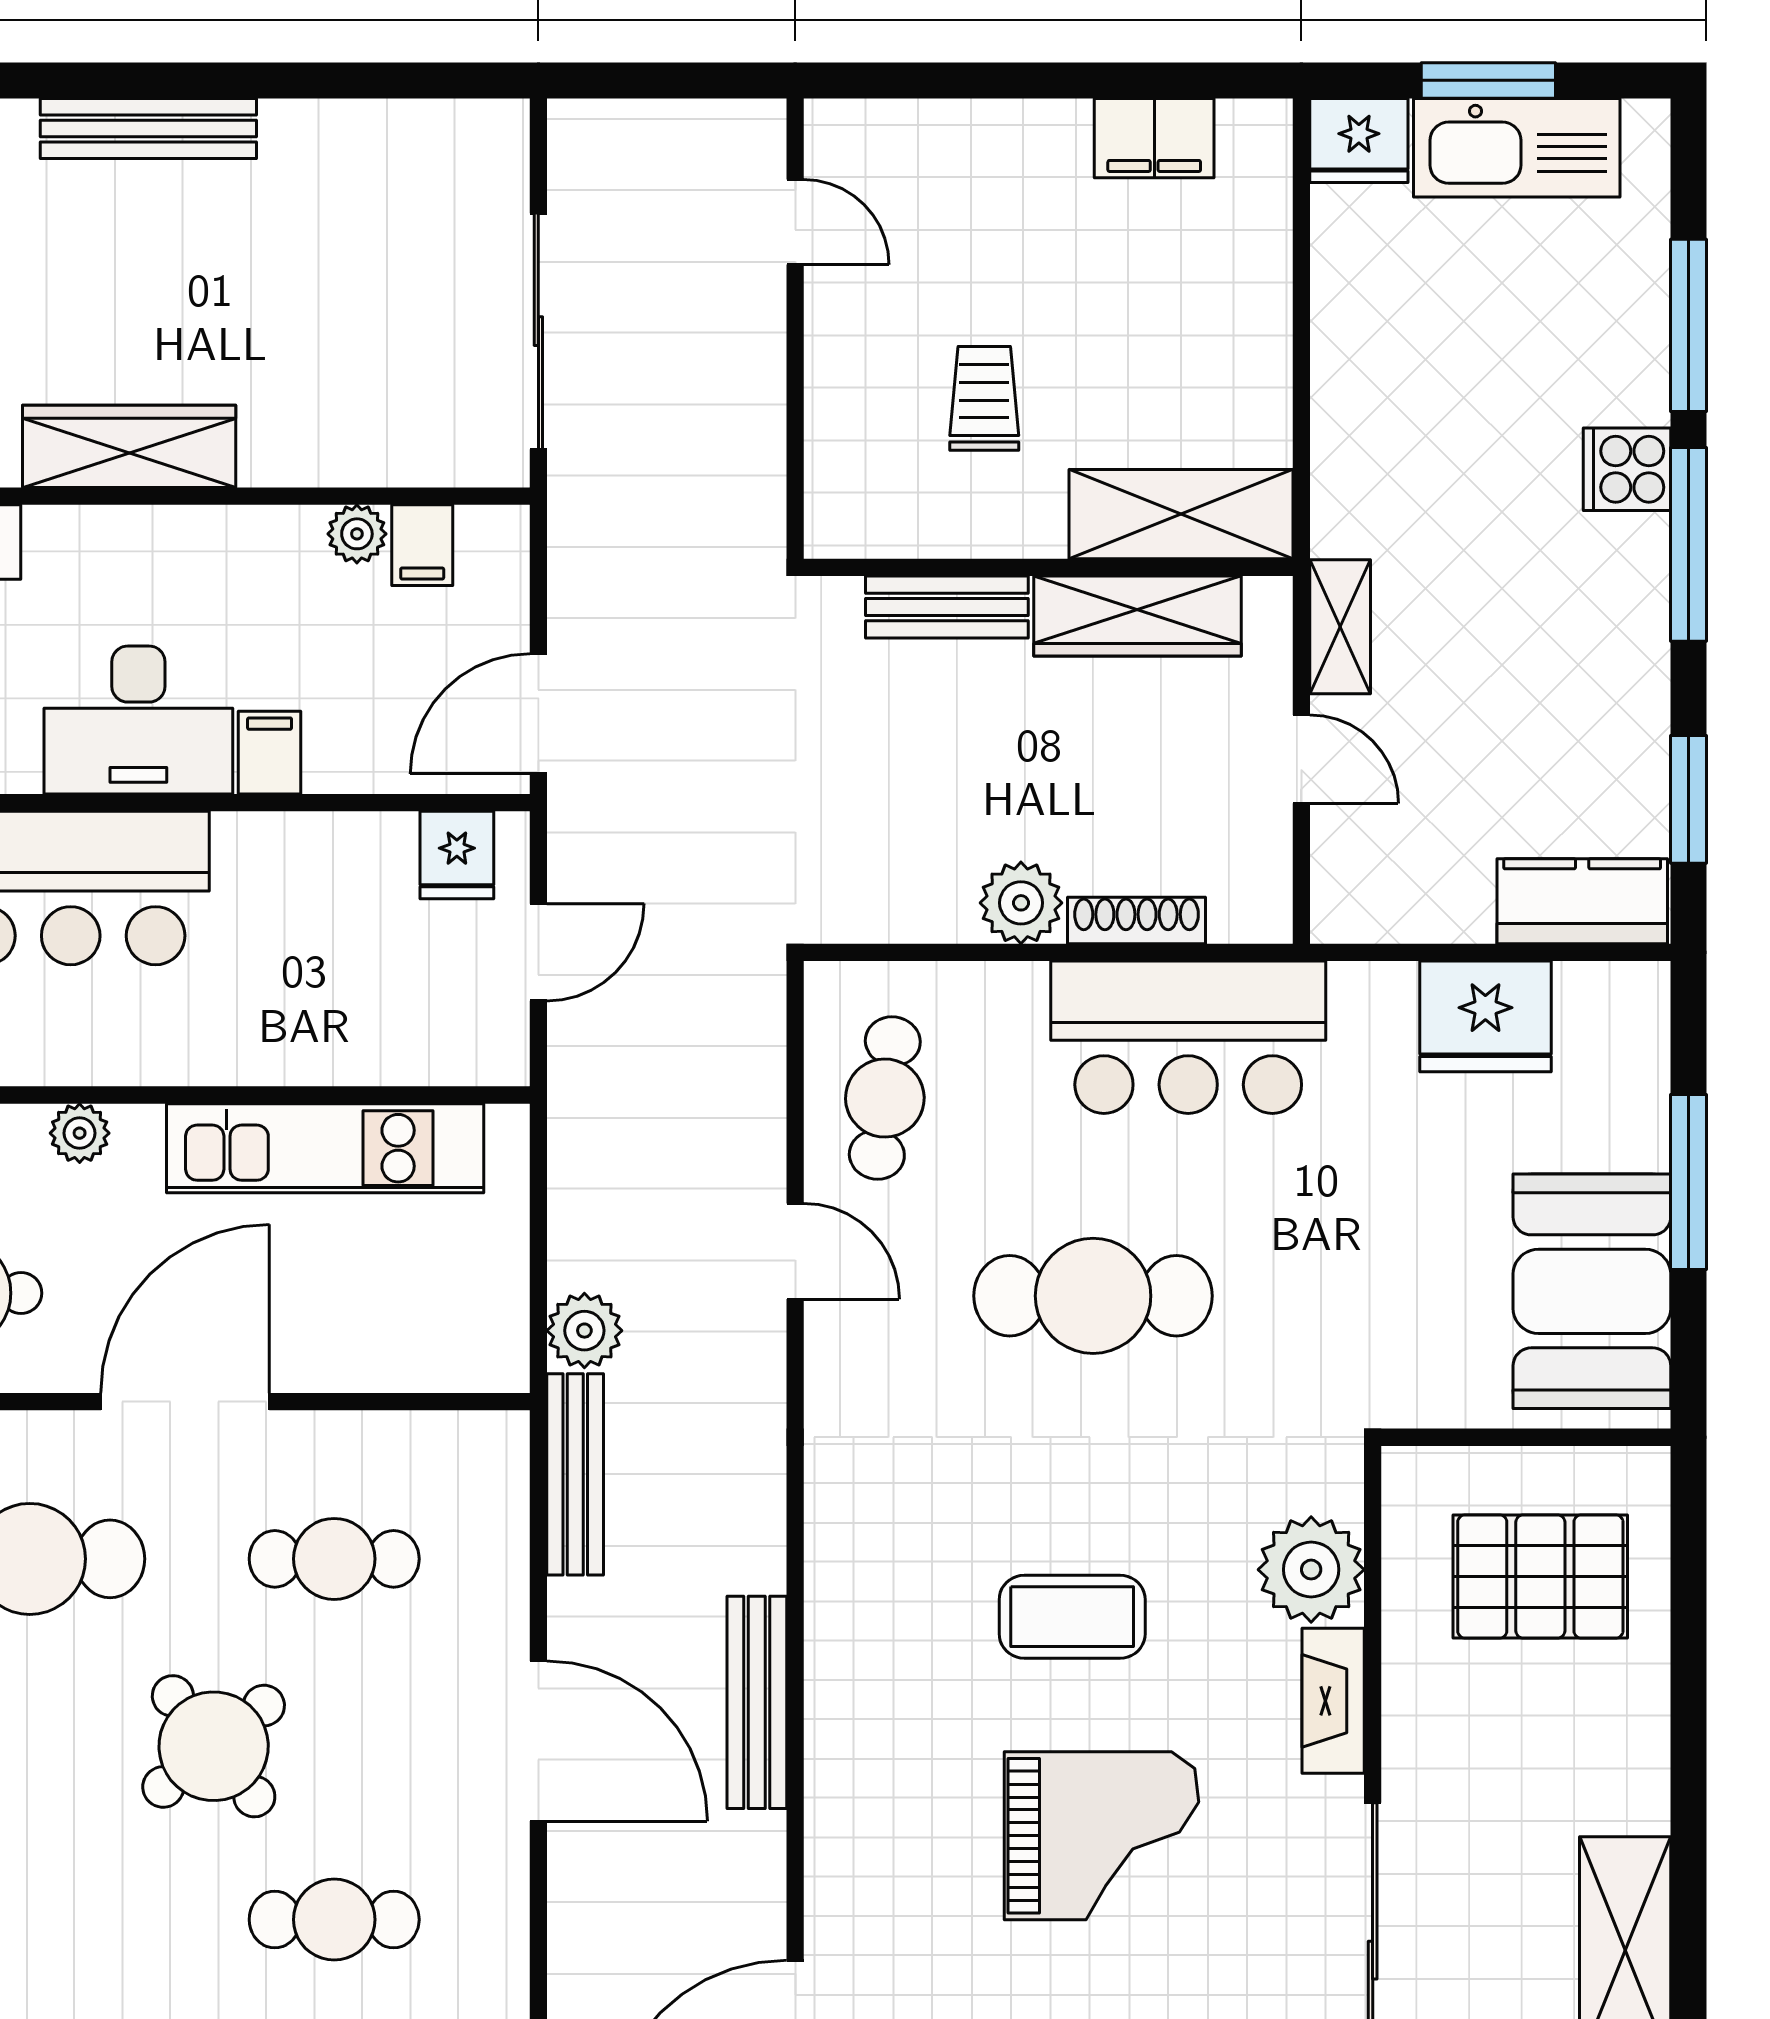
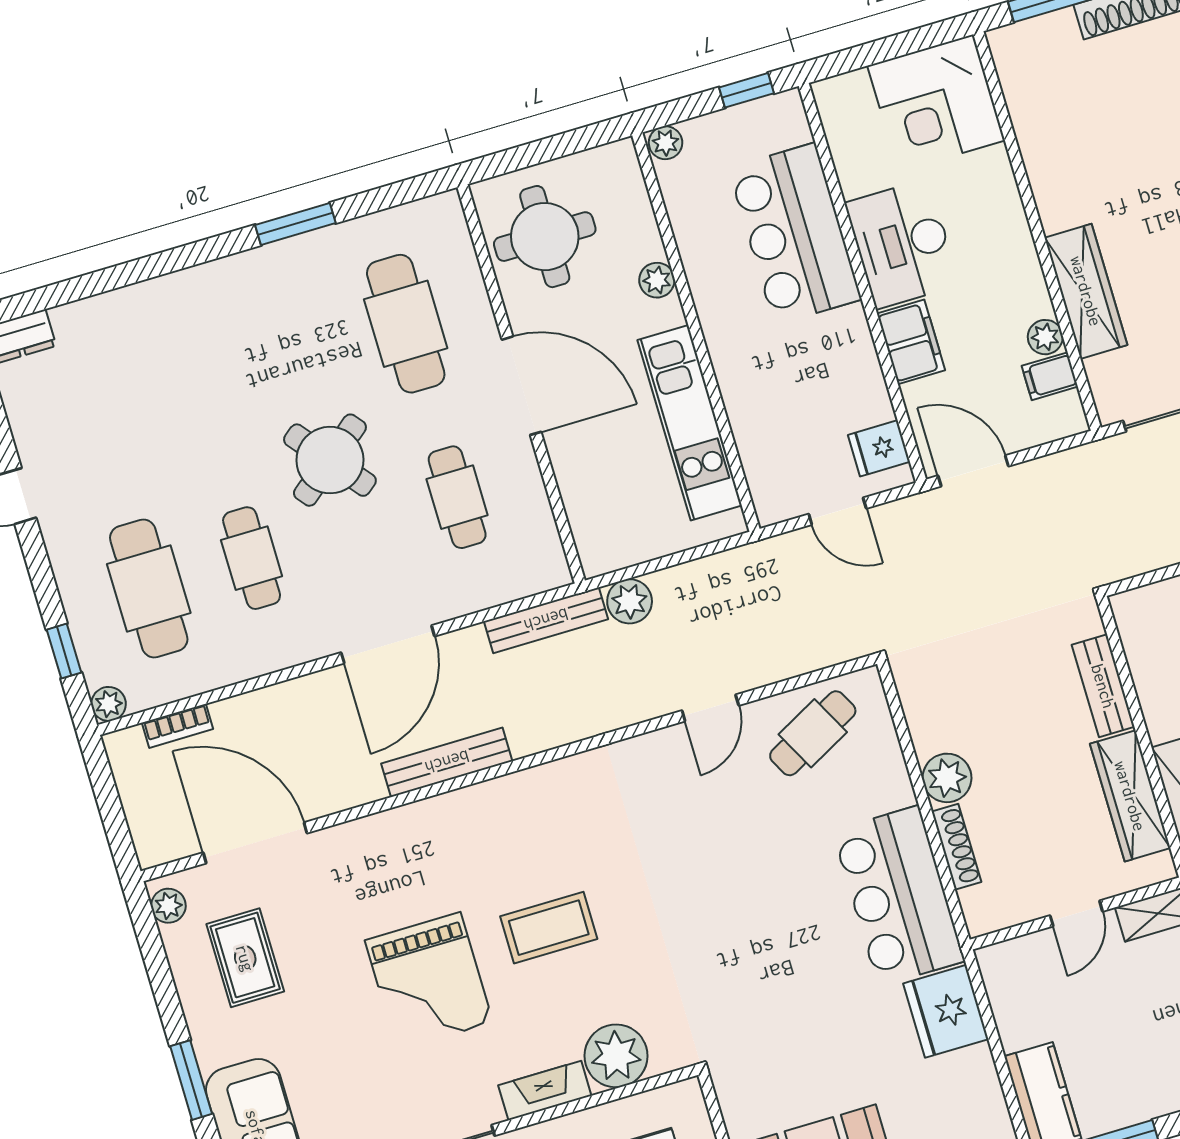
wardrobe: (129, 446) -> (1086, 291), moved
filing cabinet: (270, 753) -> (911, 342), width x2.00
fridge: (1485, 1016) -> (946, 1011), moved
cafe table: (885, 1098) -> (813, 733), turned -36
cafe table: (1093, 1296) -> (735, 885), removed
coffee table: (1072, 1617) -> (549, 928), turned 90

